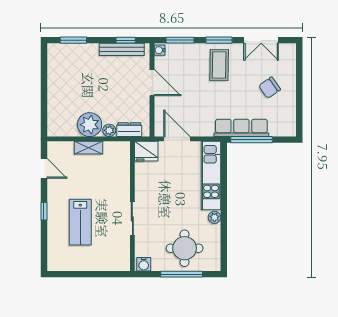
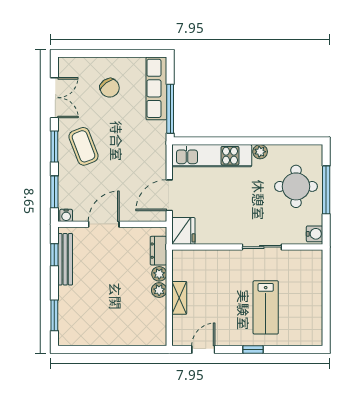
coffee table: (219, 65) -> (83, 146), turned 68
plant: (90, 125) -> (159, 290), width x0.53, depth x0.53
row of seats: (241, 128) -> (156, 88), moved
lab bench: (80, 222) -> (266, 307), turned 90

